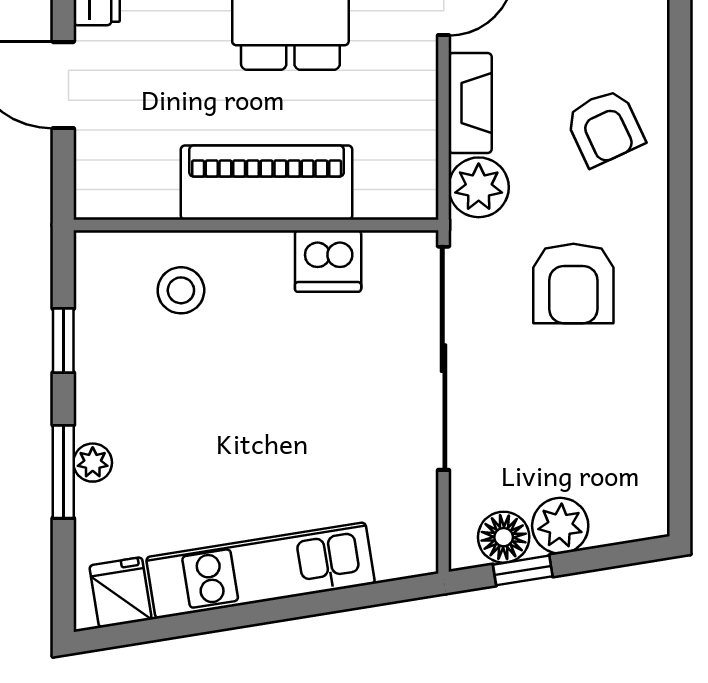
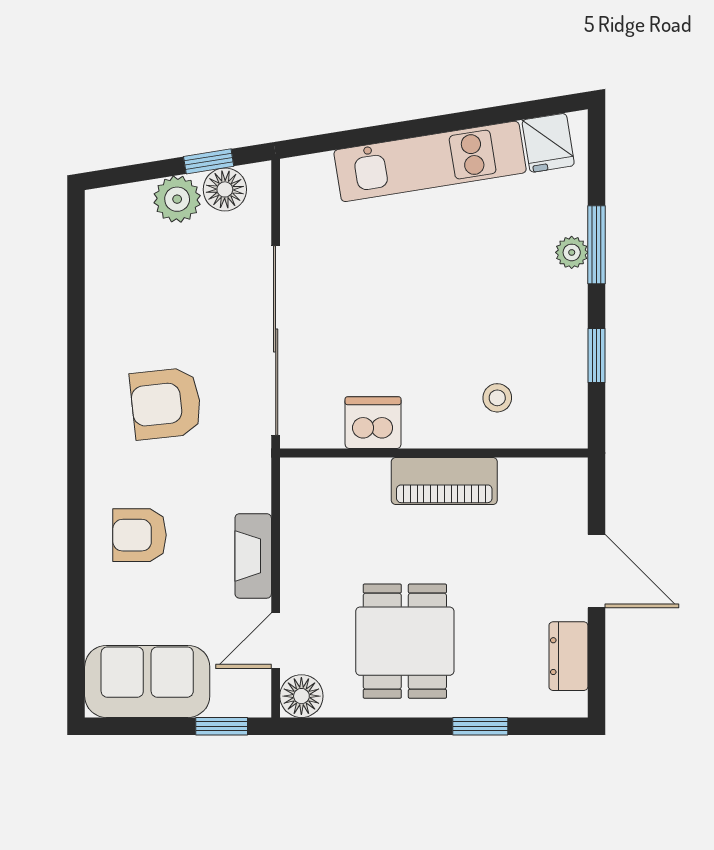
armchair: (605, 128) -> (140, 535), turned -65
piano: (267, 183) -> (444, 481), width x0.73, depth x0.75
plant: (479, 187) -> (246, 485), removed
armchair: (573, 283) -> (166, 404), turned -96
stool: (181, 290) -> (497, 398), width x0.73, depth x0.73

